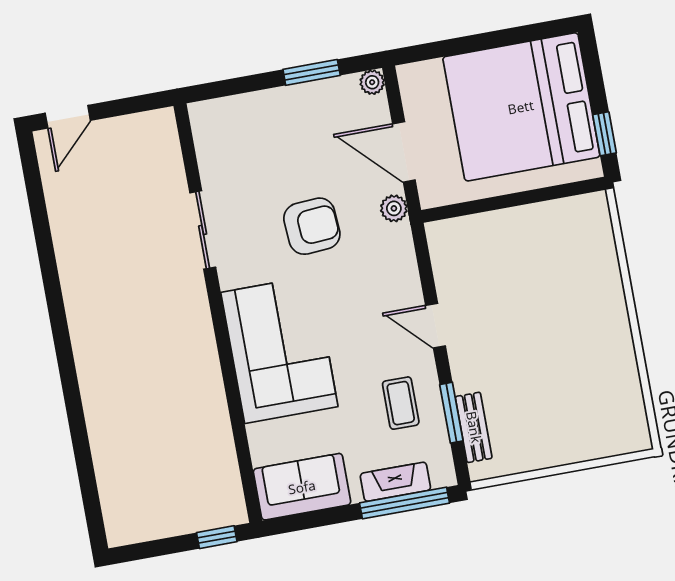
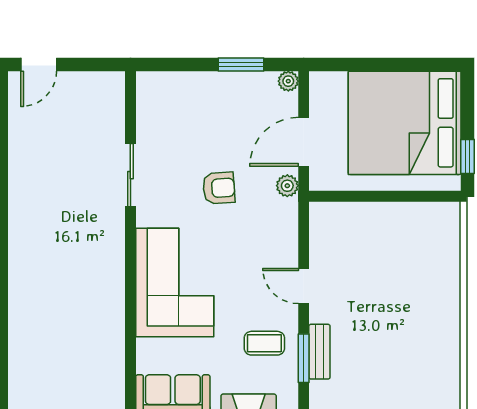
door: (404, 152) -> (304, 142), hinge flipped
armchair: (312, 226) -> (219, 188), width x0.72, depth x0.72
coffee table: (401, 403) -> (264, 343), turned 90
bench: (474, 427) -> (319, 352), moved

